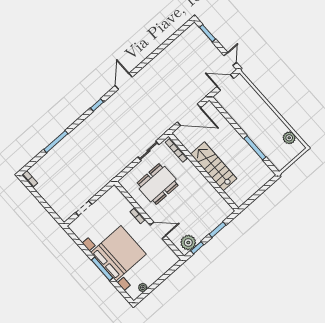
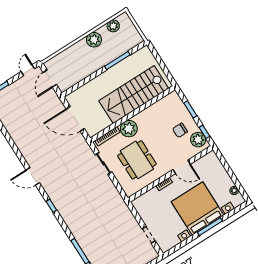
door: (230, 59) -> (28, 70), hinge flipped
door: (189, 115) -> (75, 119), swing flipped
plant: (272, 121) -> (94, 40), added
stairs: (214, 166) -> (134, 95), width x1.36, depth x1.51
plant: (188, 171) -> (129, 129), added
chair: (195, 223) -> (180, 130), added
door: (158, 230) -> (182, 167), swing flipped

